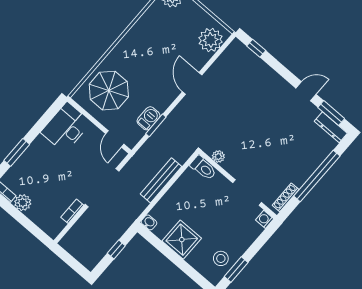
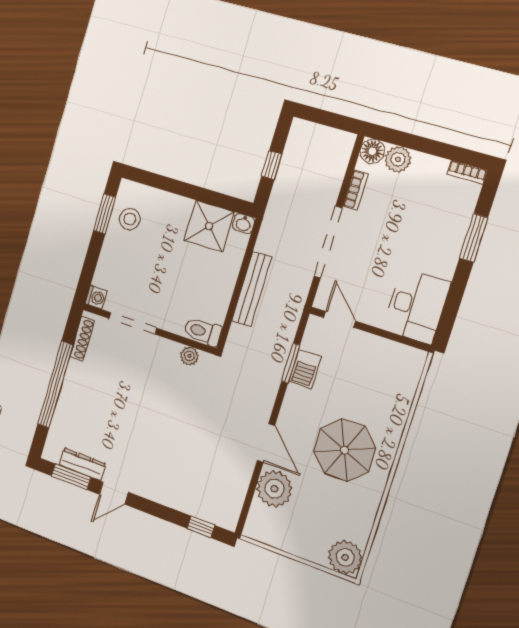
plant: (211, 40) -> (274, 489), moved
parasol: (109, 91) -> (345, 450), moved
dresser: (331, 127) -> (82, 464), moved
plant: (23, 203) -> (398, 159), moved
floor lamp: (53, 229) -> (372, 151), added
shower: (182, 240) -> (209, 226), moved

